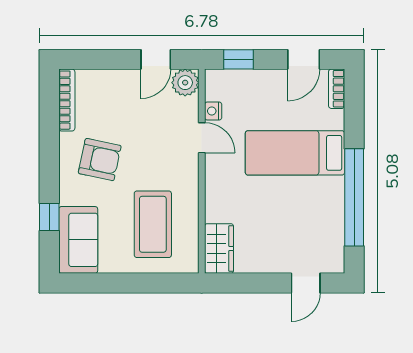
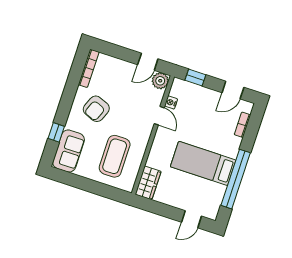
bookcase: (337, 89) -> (243, 125), moved
bed: (295, 153) -> (203, 163), moved
armchair: (100, 160) -> (96, 109), turned 100

